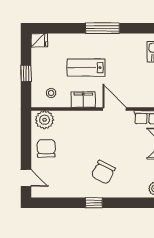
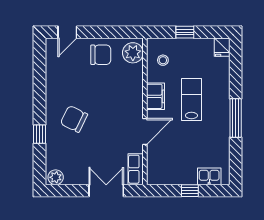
window: (94, 203) -> (40, 134), moved

